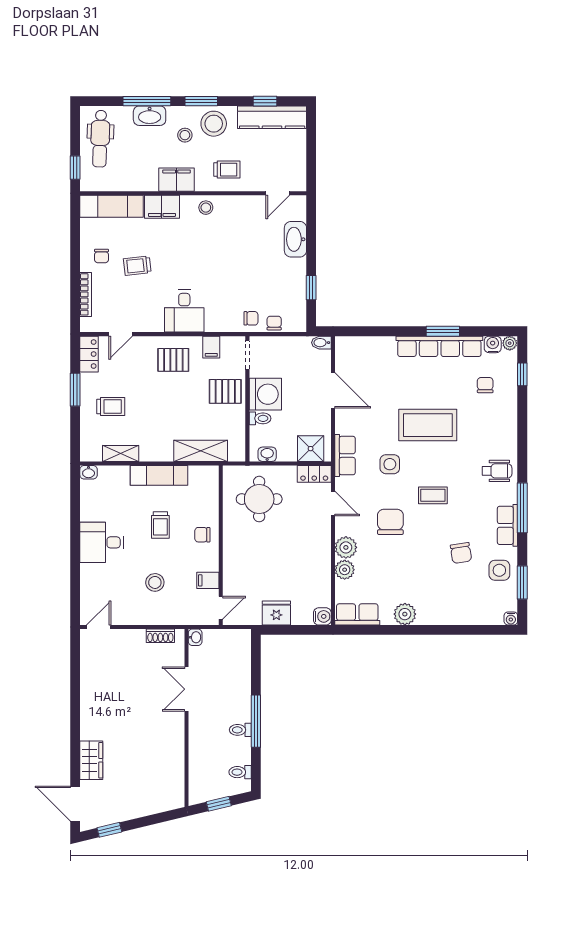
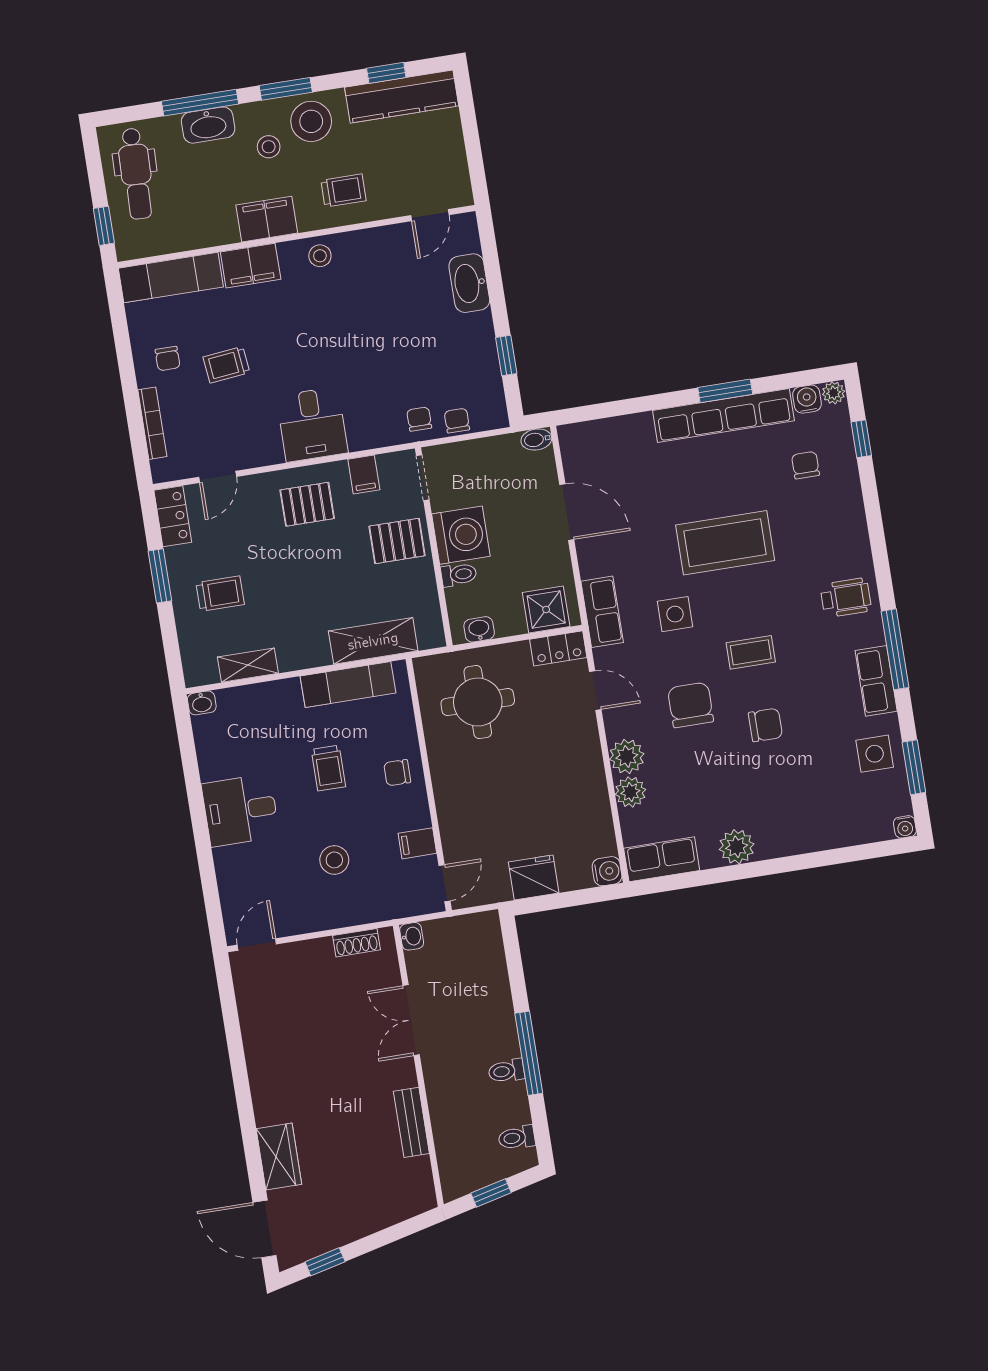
chair: (251, 318) -> (419, 419), turned -90
exam couch: (159, 475) -> (348, 685), moved
chair: (461, 553) -> (765, 725), moved, turned -81
bench: (177, 752) -> (411, 1122), added

